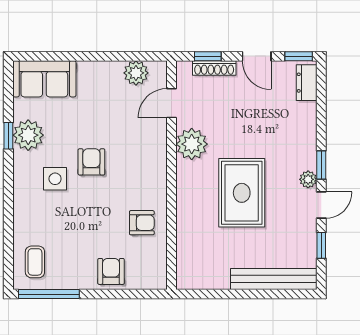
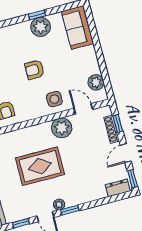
armchair: (91, 162) -> (35, 70), turned 180
side table: (55, 179) -> (54, 99), moved

